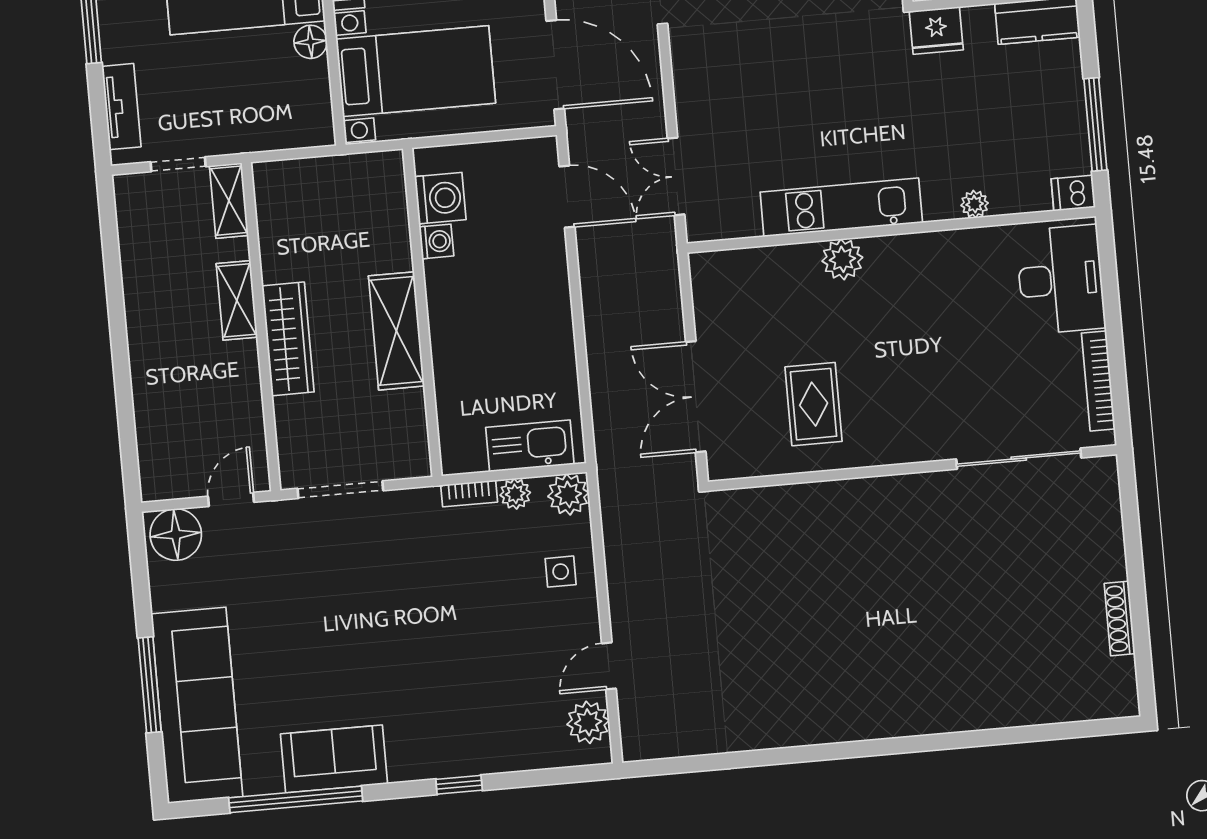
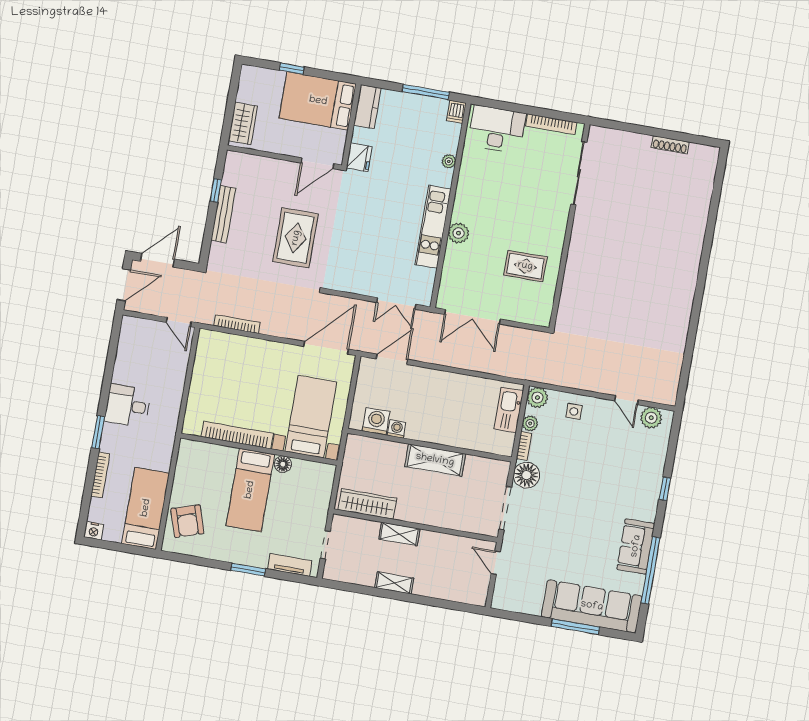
shelving: (229, 201) -> (394, 583), moved
wardrobe: (288, 339) -> (367, 504), moved
double door: (696, 397) -> (472, 317), moved
floor lamp: (176, 535) -> (526, 475), moved

